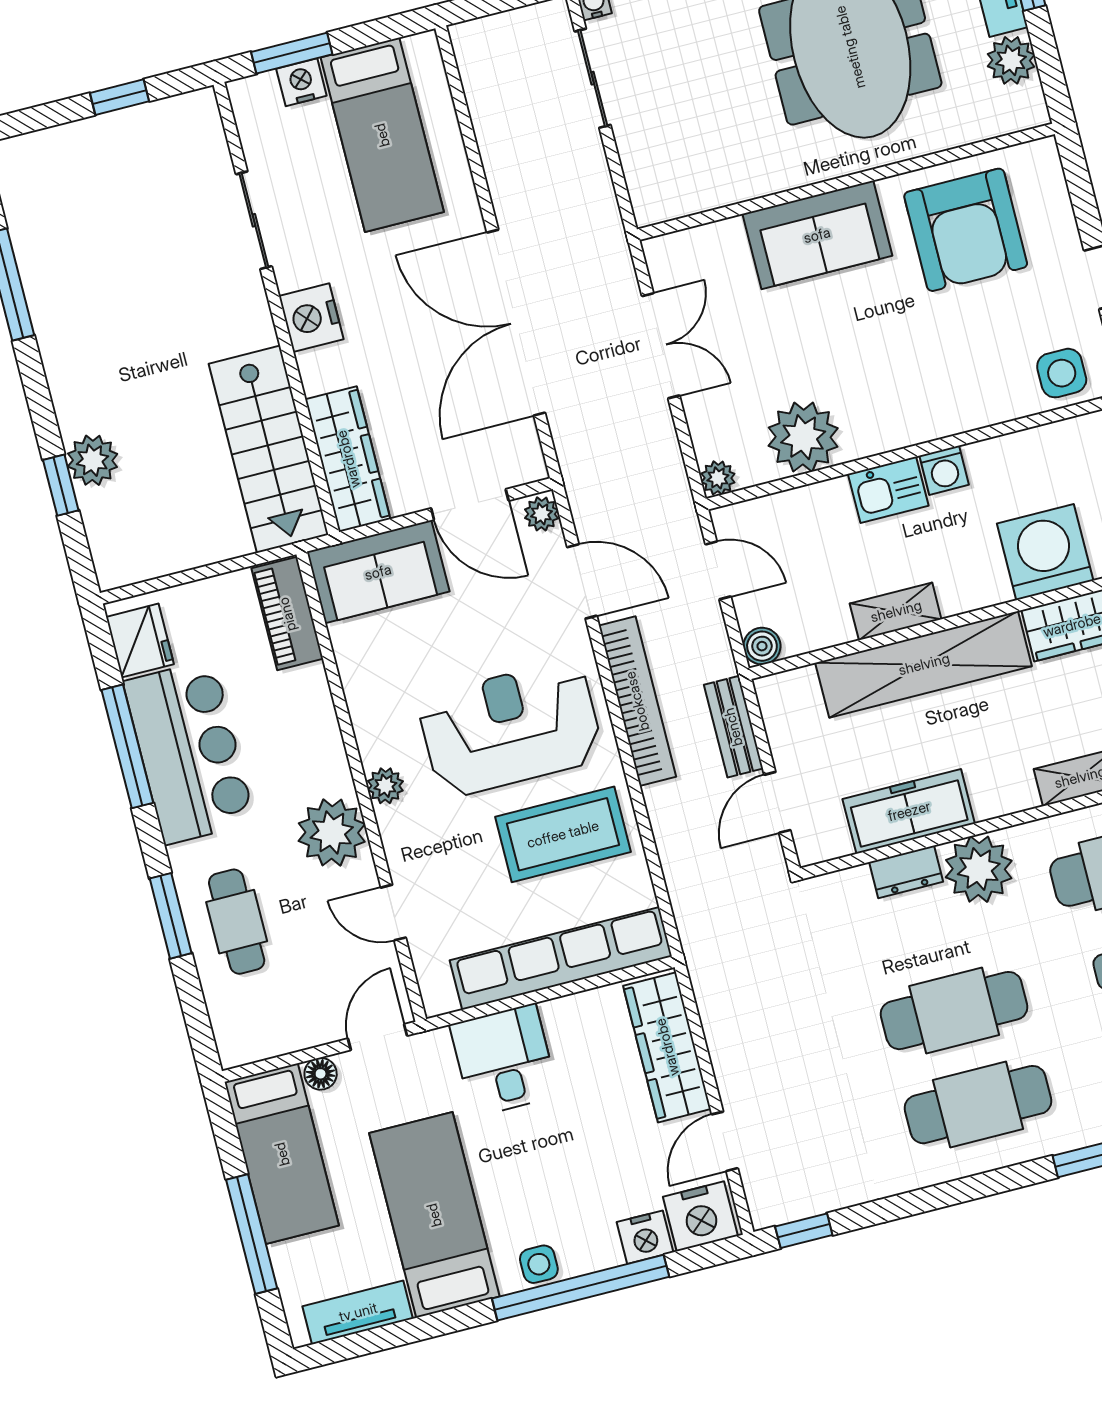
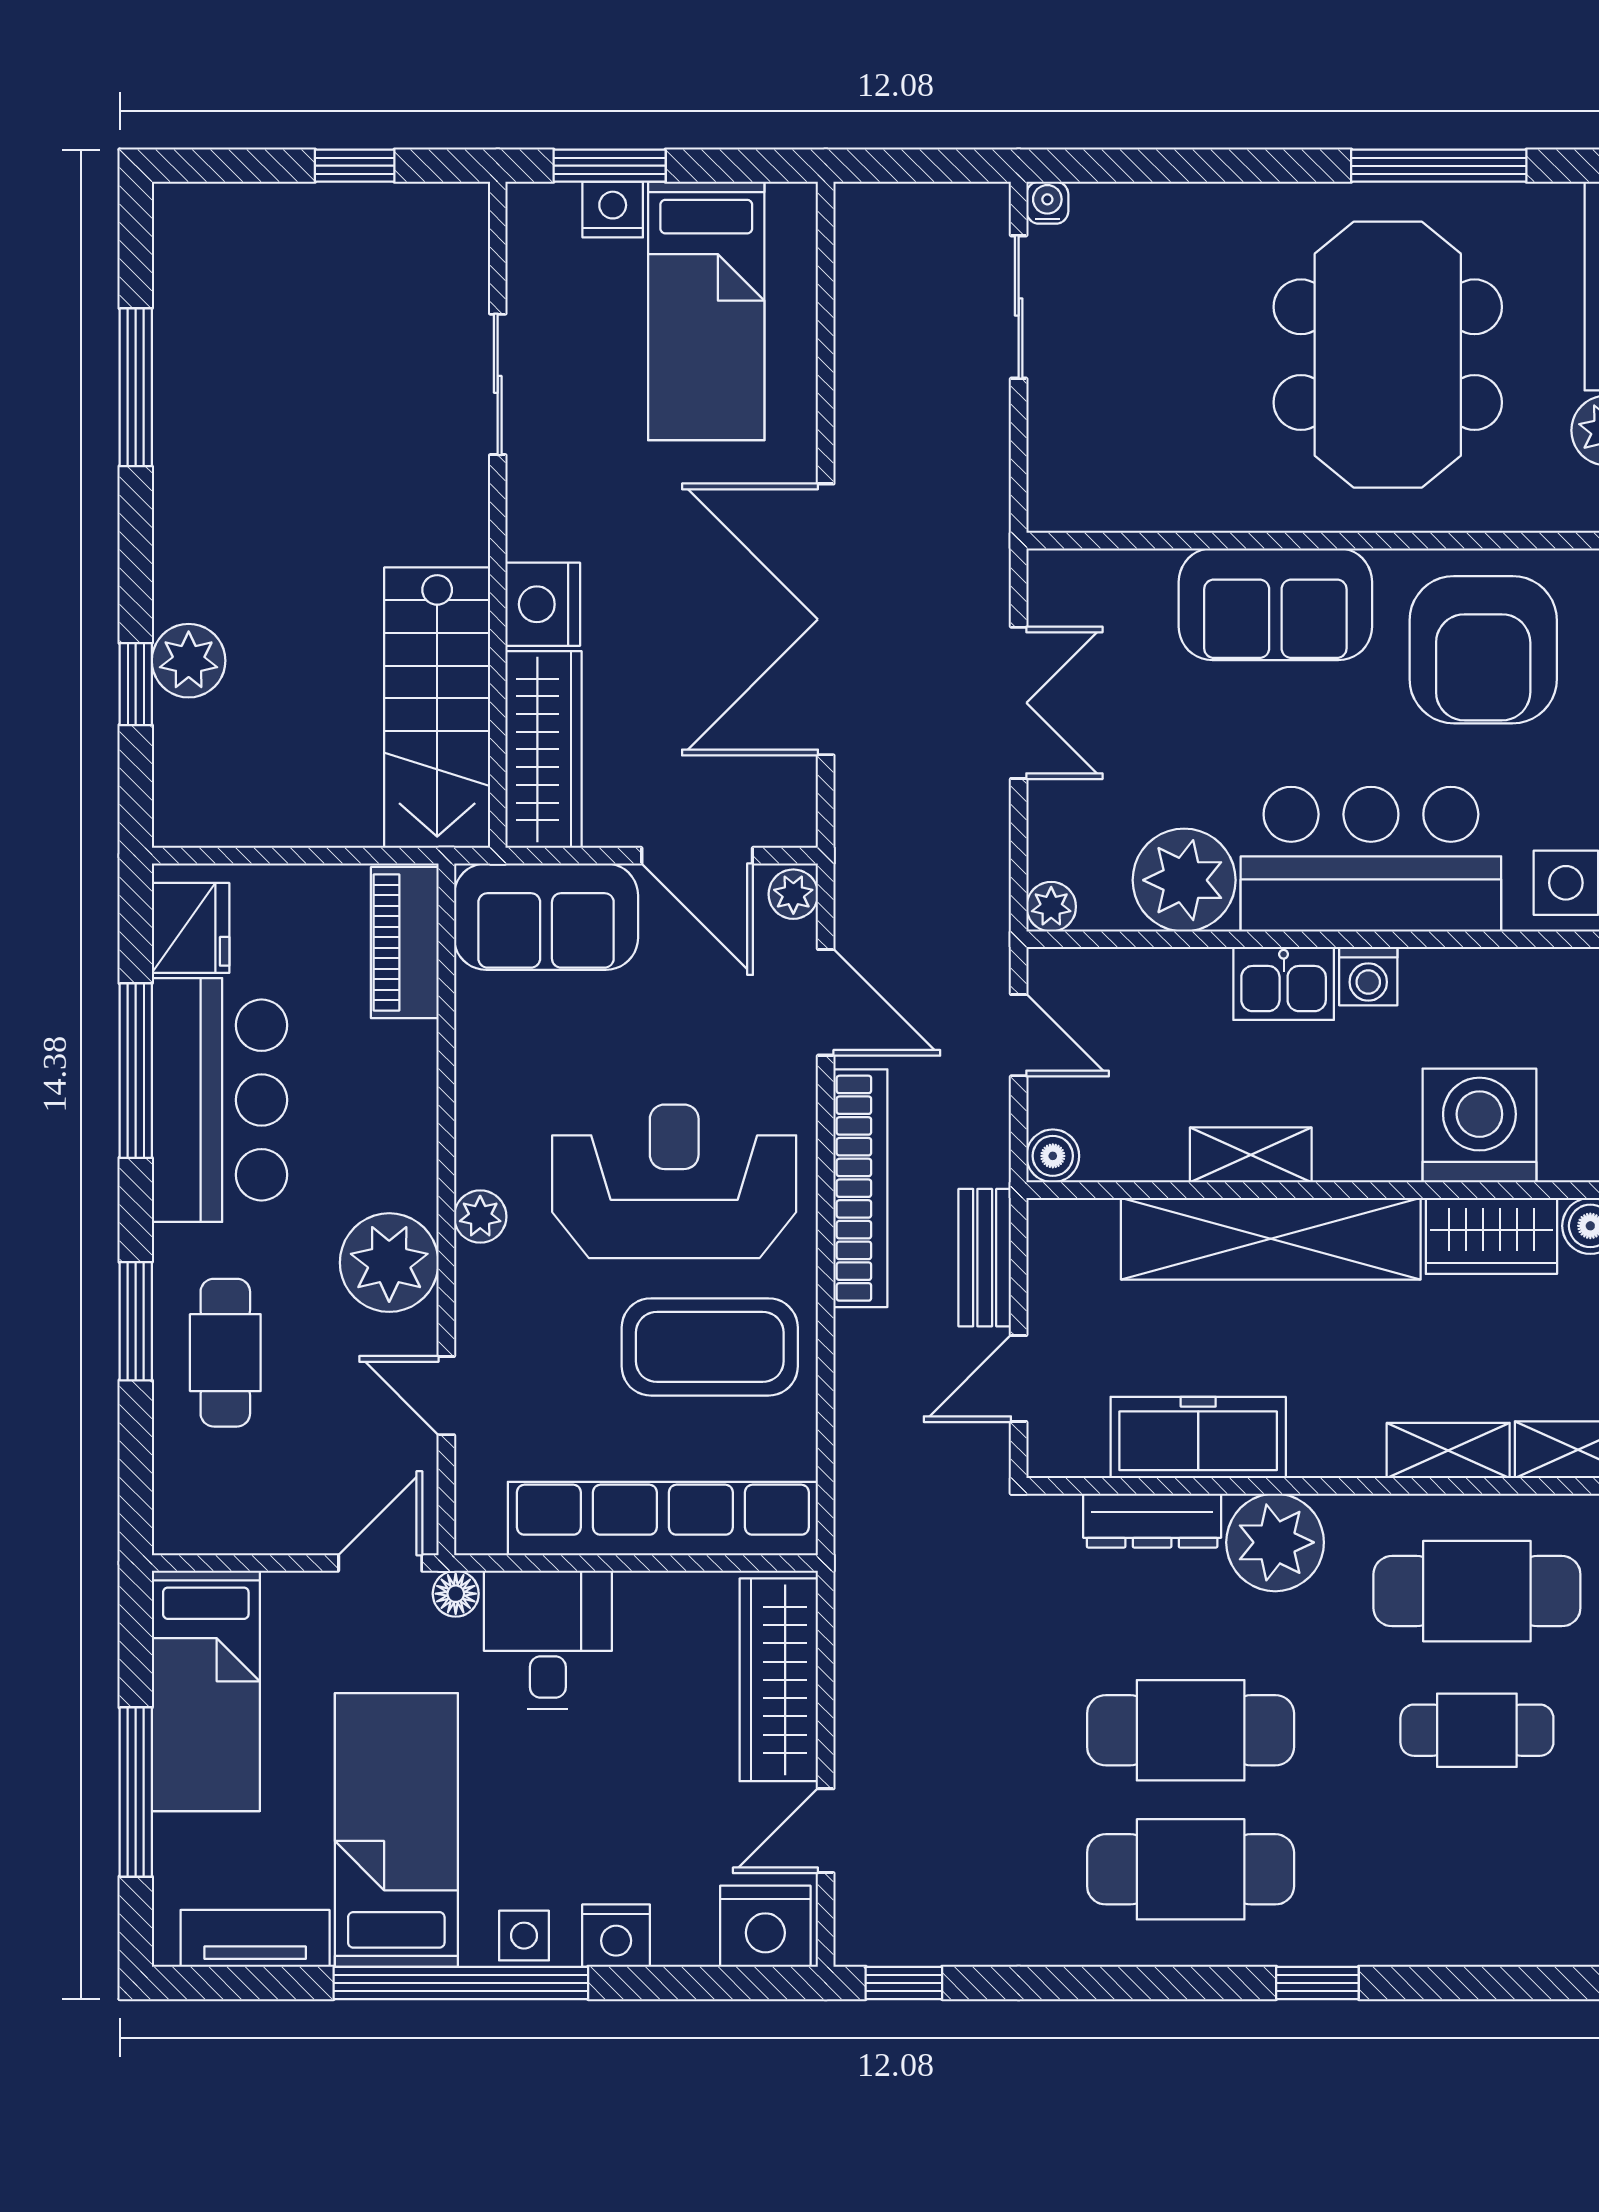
nightstand: (311, 318) -> (543, 604), moved
bar counter: (926, 391) -> (1371, 859), added
dresser: (906, 872) -> (1152, 1521), width x1.44
floor lamp: (321, 1074) -> (456, 1594), moved
nightstand: (645, 1237) -> (616, 1936), moved
window: (581, 1288) -> (461, 1983), moved

